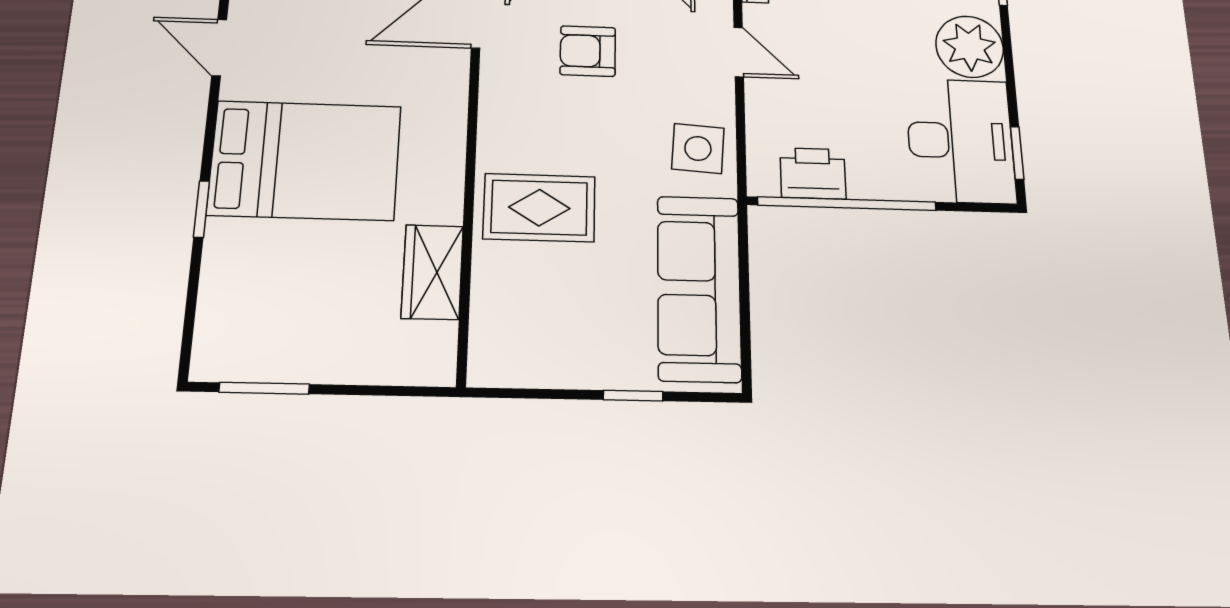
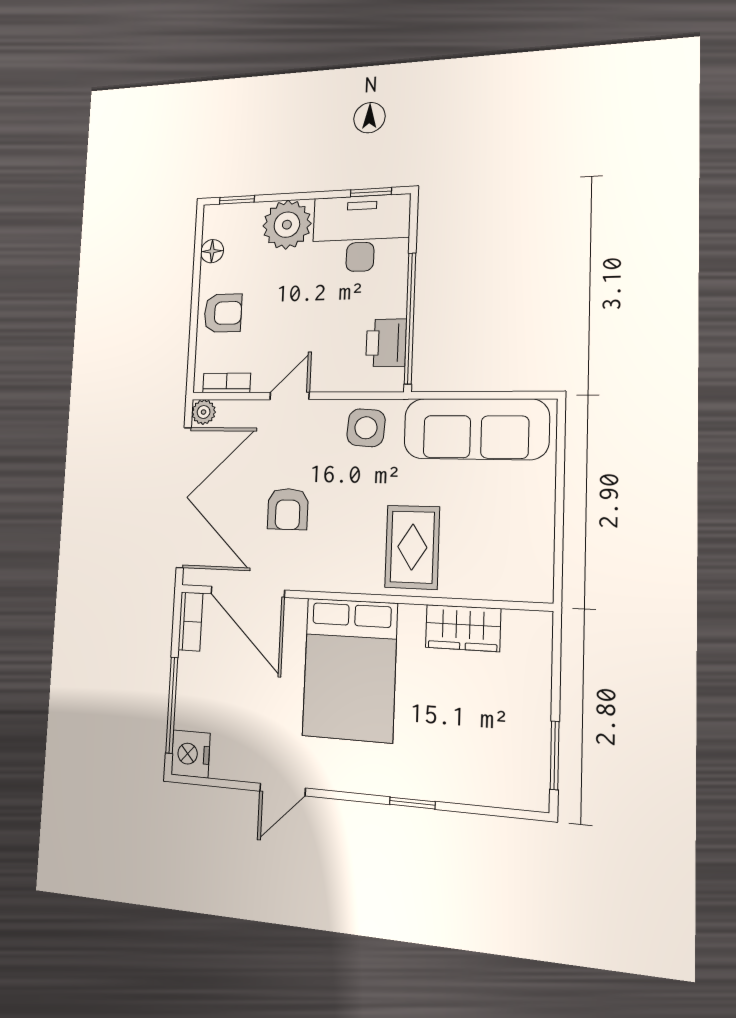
bed: (305, 160) -> (350, 670), moved, turned 180
window: (633, 396) -> (560, 479), removed

